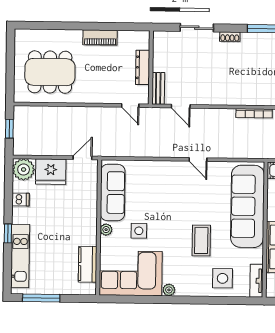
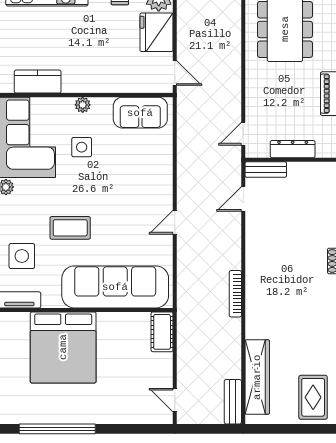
sofa: (113, 193) -> (140, 113), width x0.73

